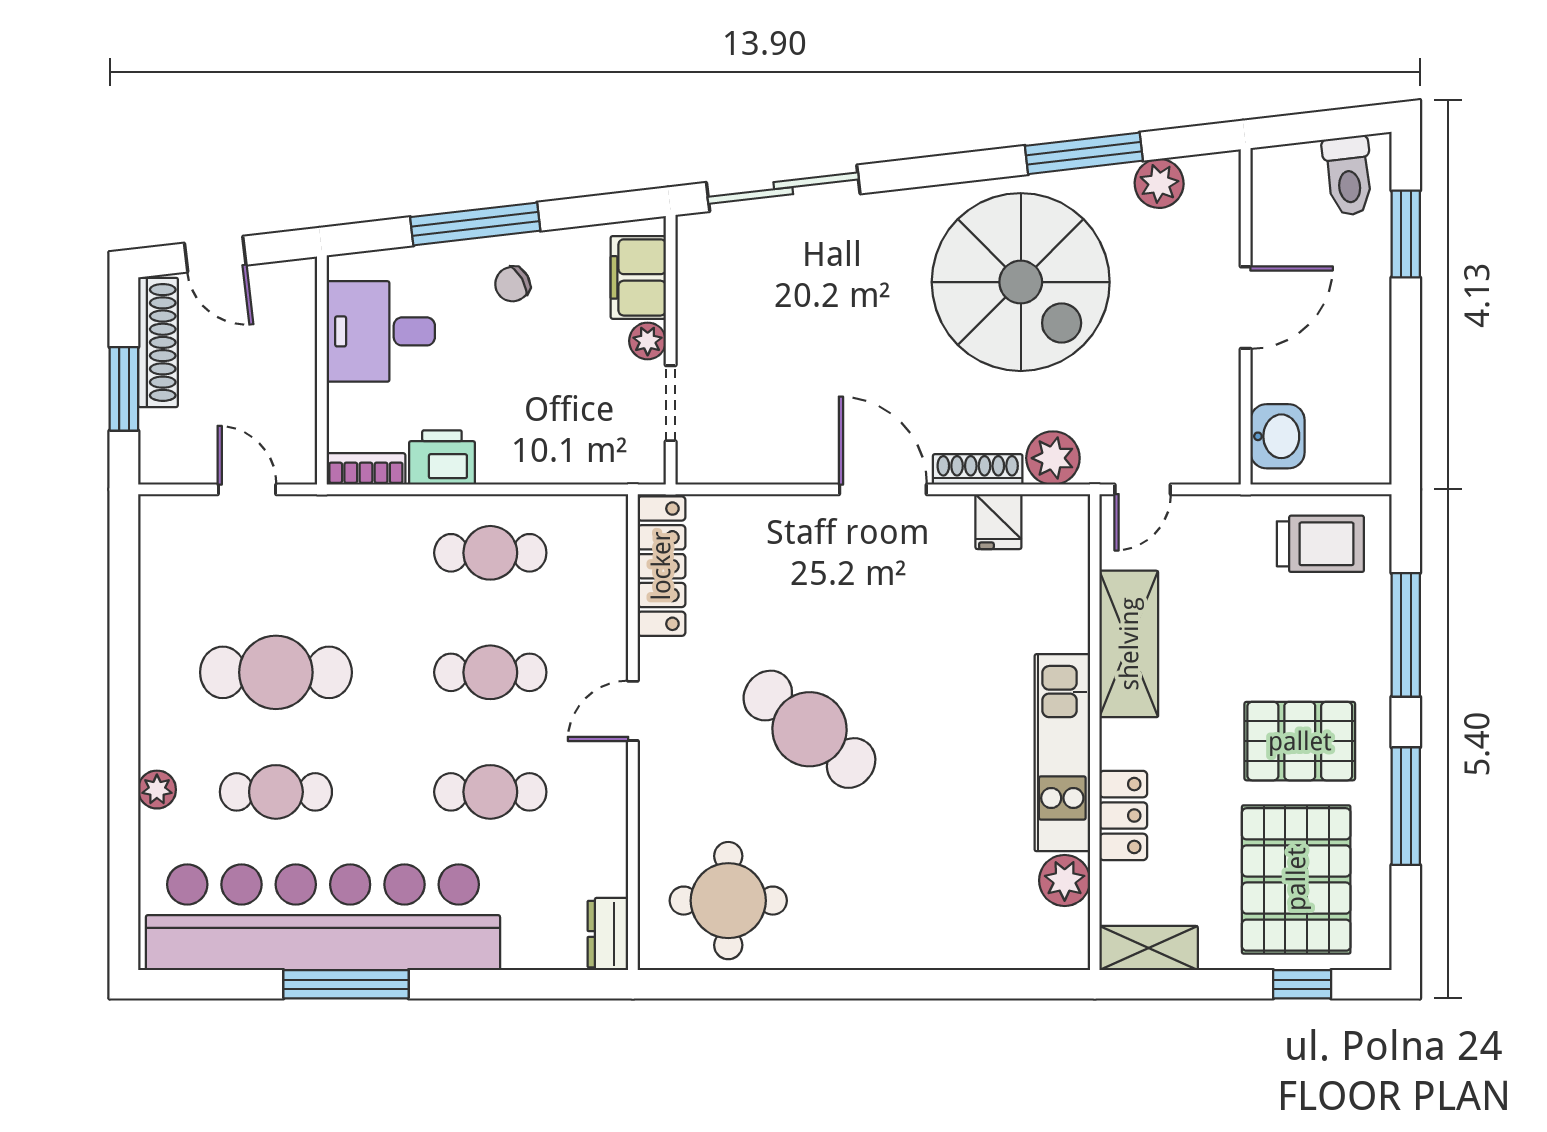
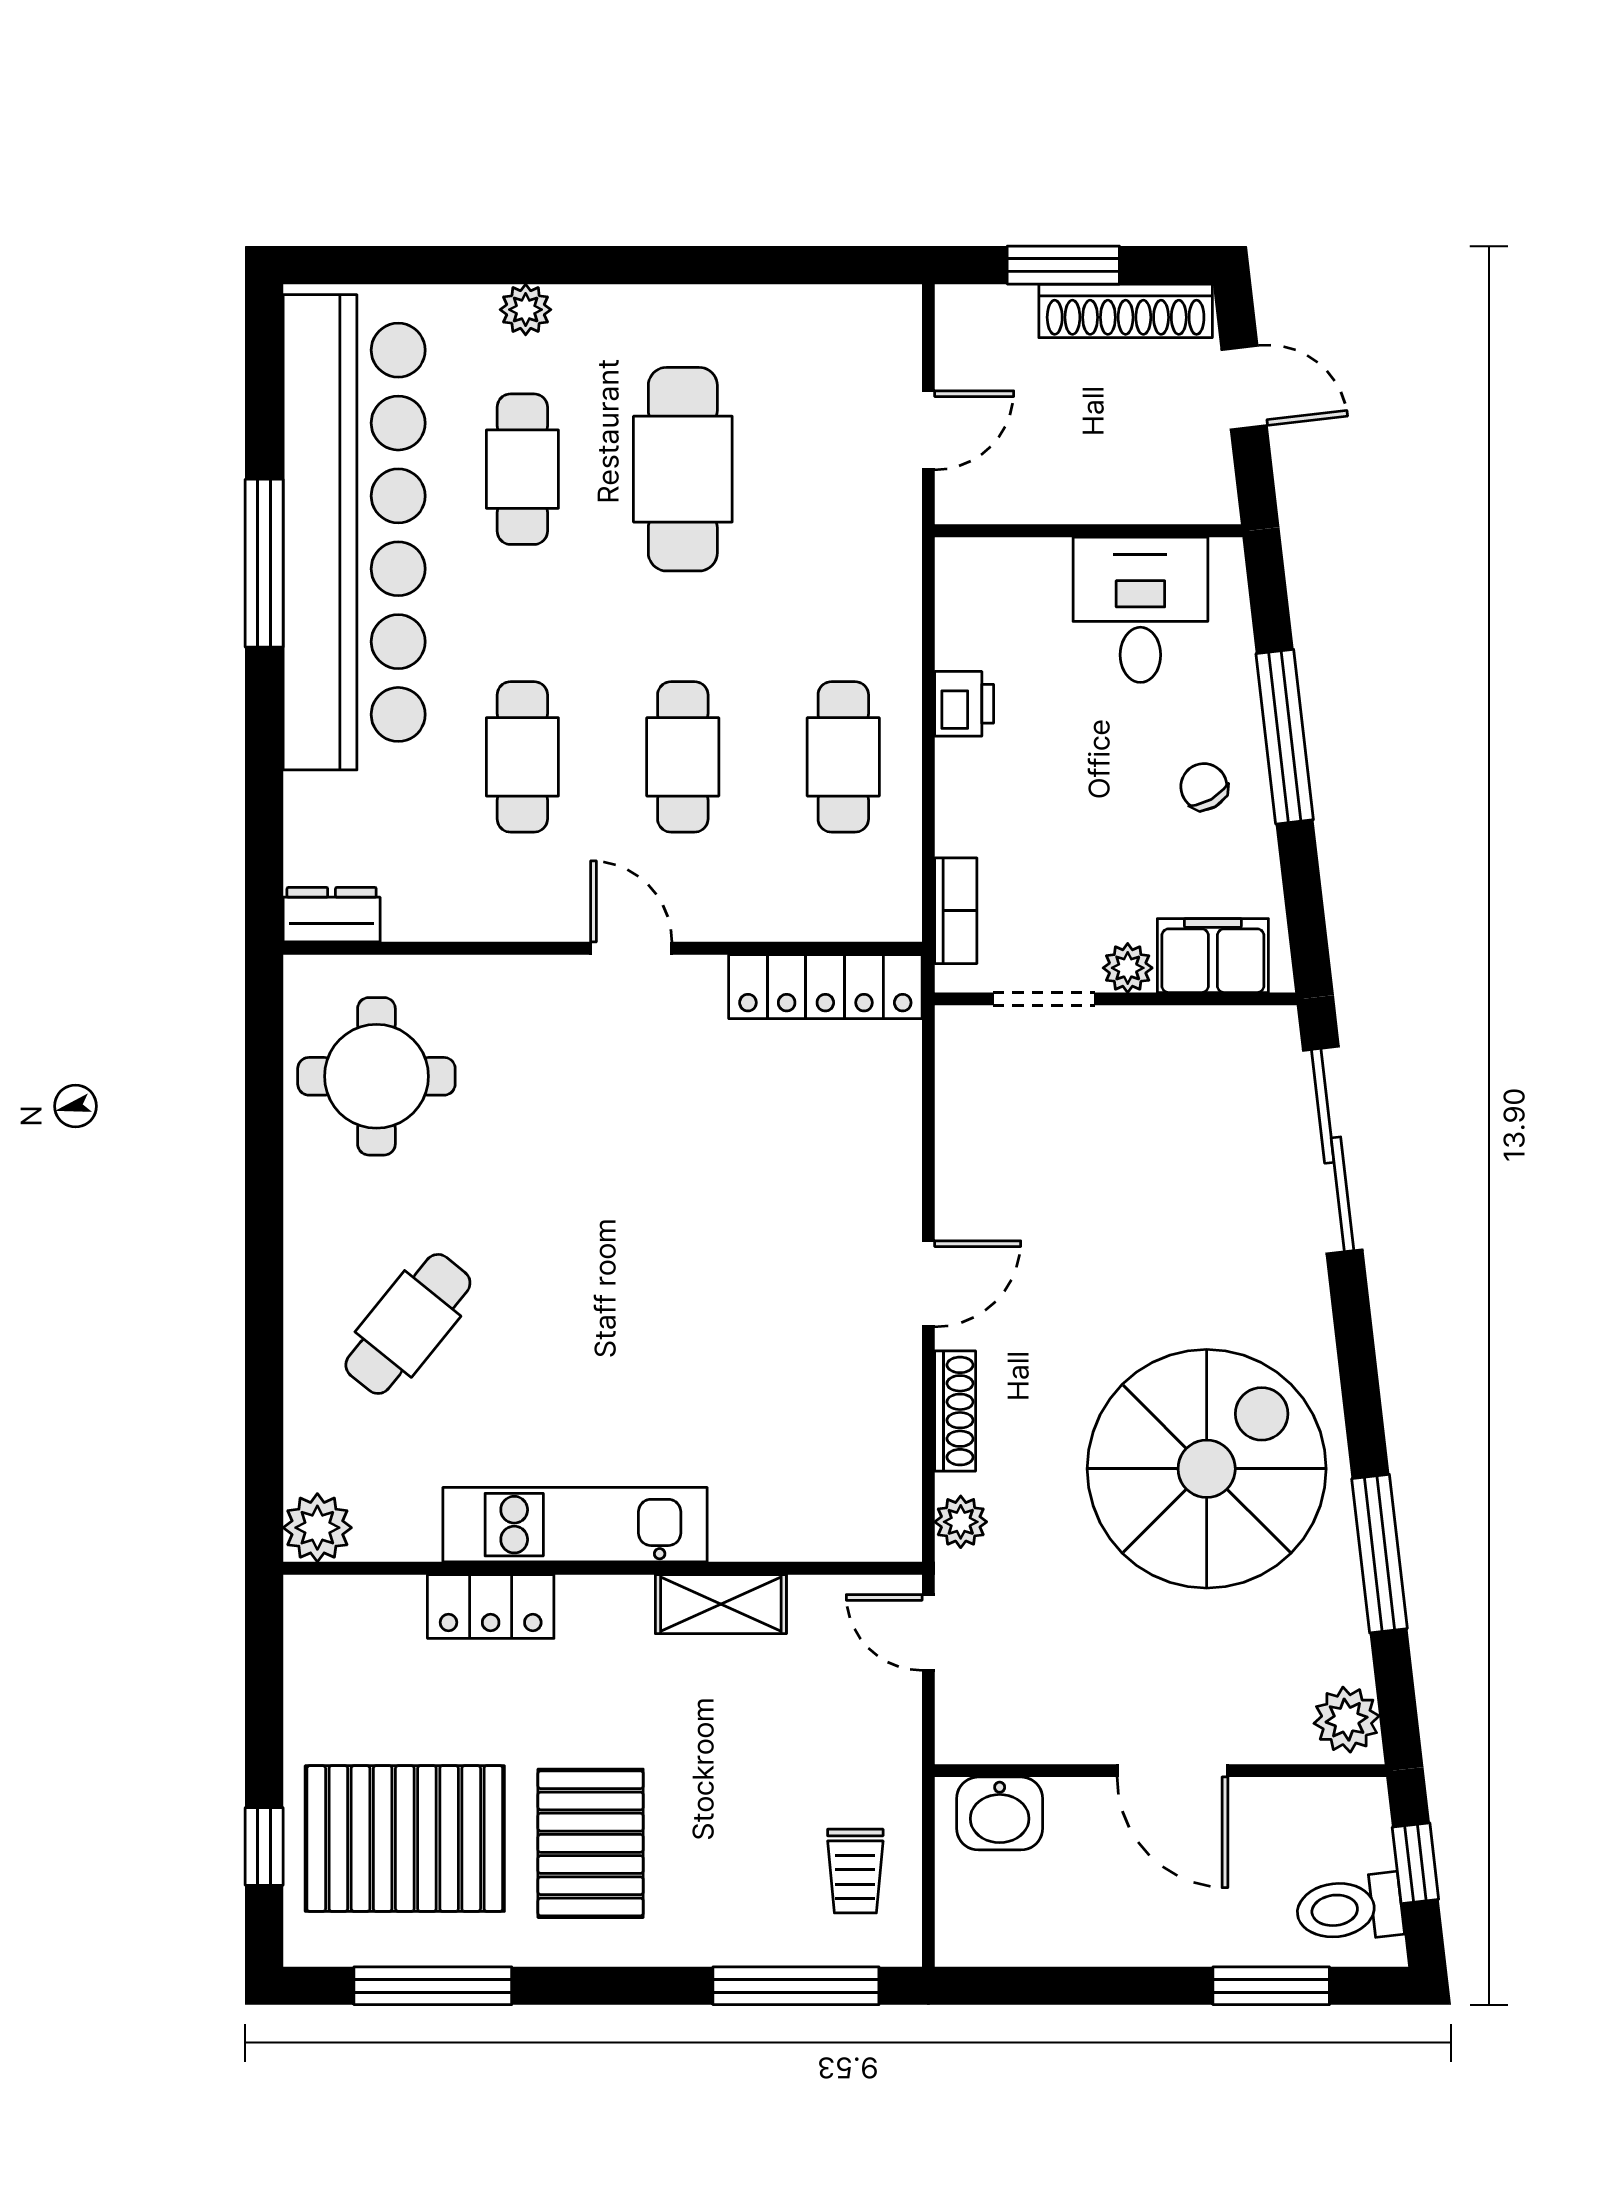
window: (1315, 127) -> (1415, 1863), added
plant: (1159, 183) -> (1347, 1720), moved
door: (215, 254) -> (1244, 388), swing flipped
spiral stairs: (1021, 282) -> (1207, 1469), turned 180
printer: (442, 457) -> (964, 704), width x0.73, depth x0.81
plant: (1053, 458) -> (961, 1522), width x0.73, depth x0.73
bookcase: (366, 469) -> (956, 911), moved
door: (883, 489) -> (928, 1284), width x0.73
fridge: (998, 522) -> (885, 1439), removed
trolley: (1320, 544) -> (855, 1871), width x0.73, depth x0.72
window: (1406, 635) -> (796, 1986), moved
shelving: (1129, 644) -> (721, 1604), width x0.67, depth x0.75
cafe table: (809, 729) -> (408, 1324), moved, width x0.73, depth x0.74
window: (1406, 806) -> (433, 1986), moved
plant: (1065, 880) -> (317, 1528), moved
shelving: (1149, 948) -> (313, 1641), removed

